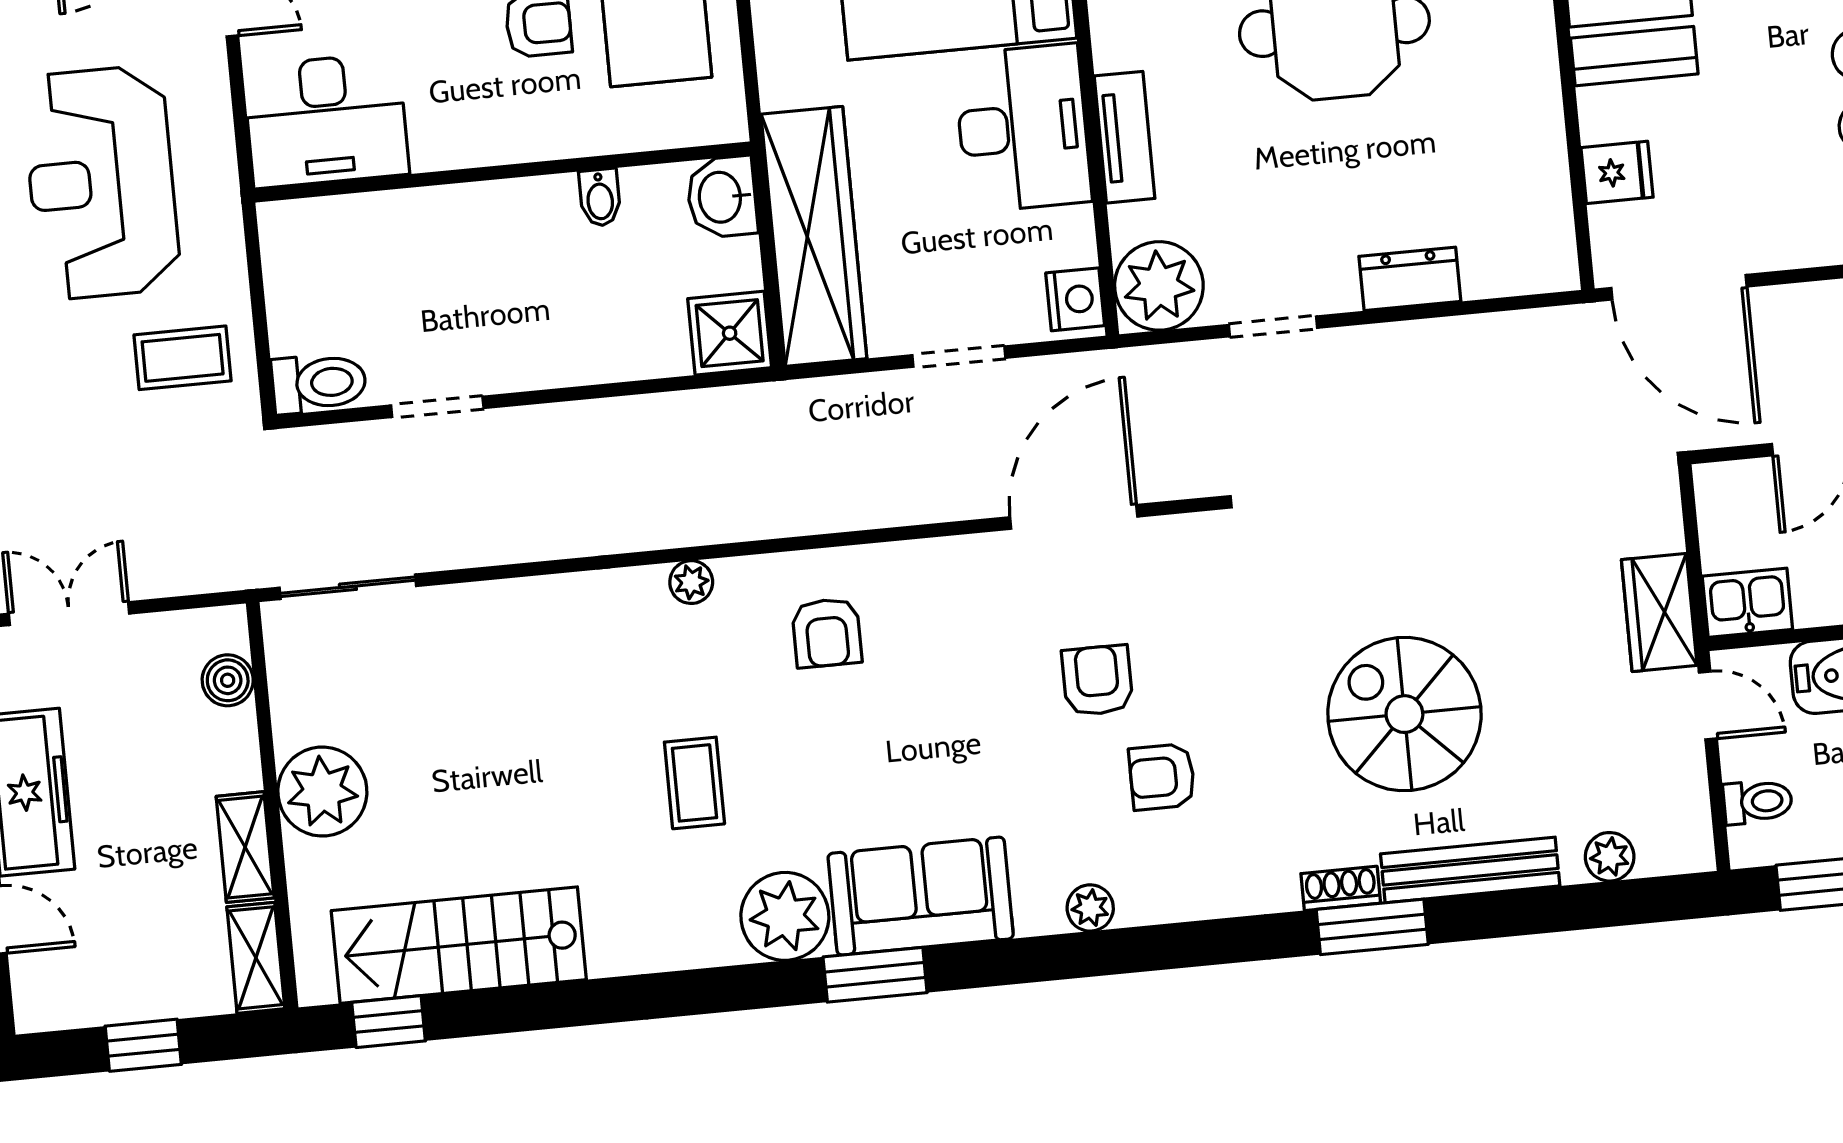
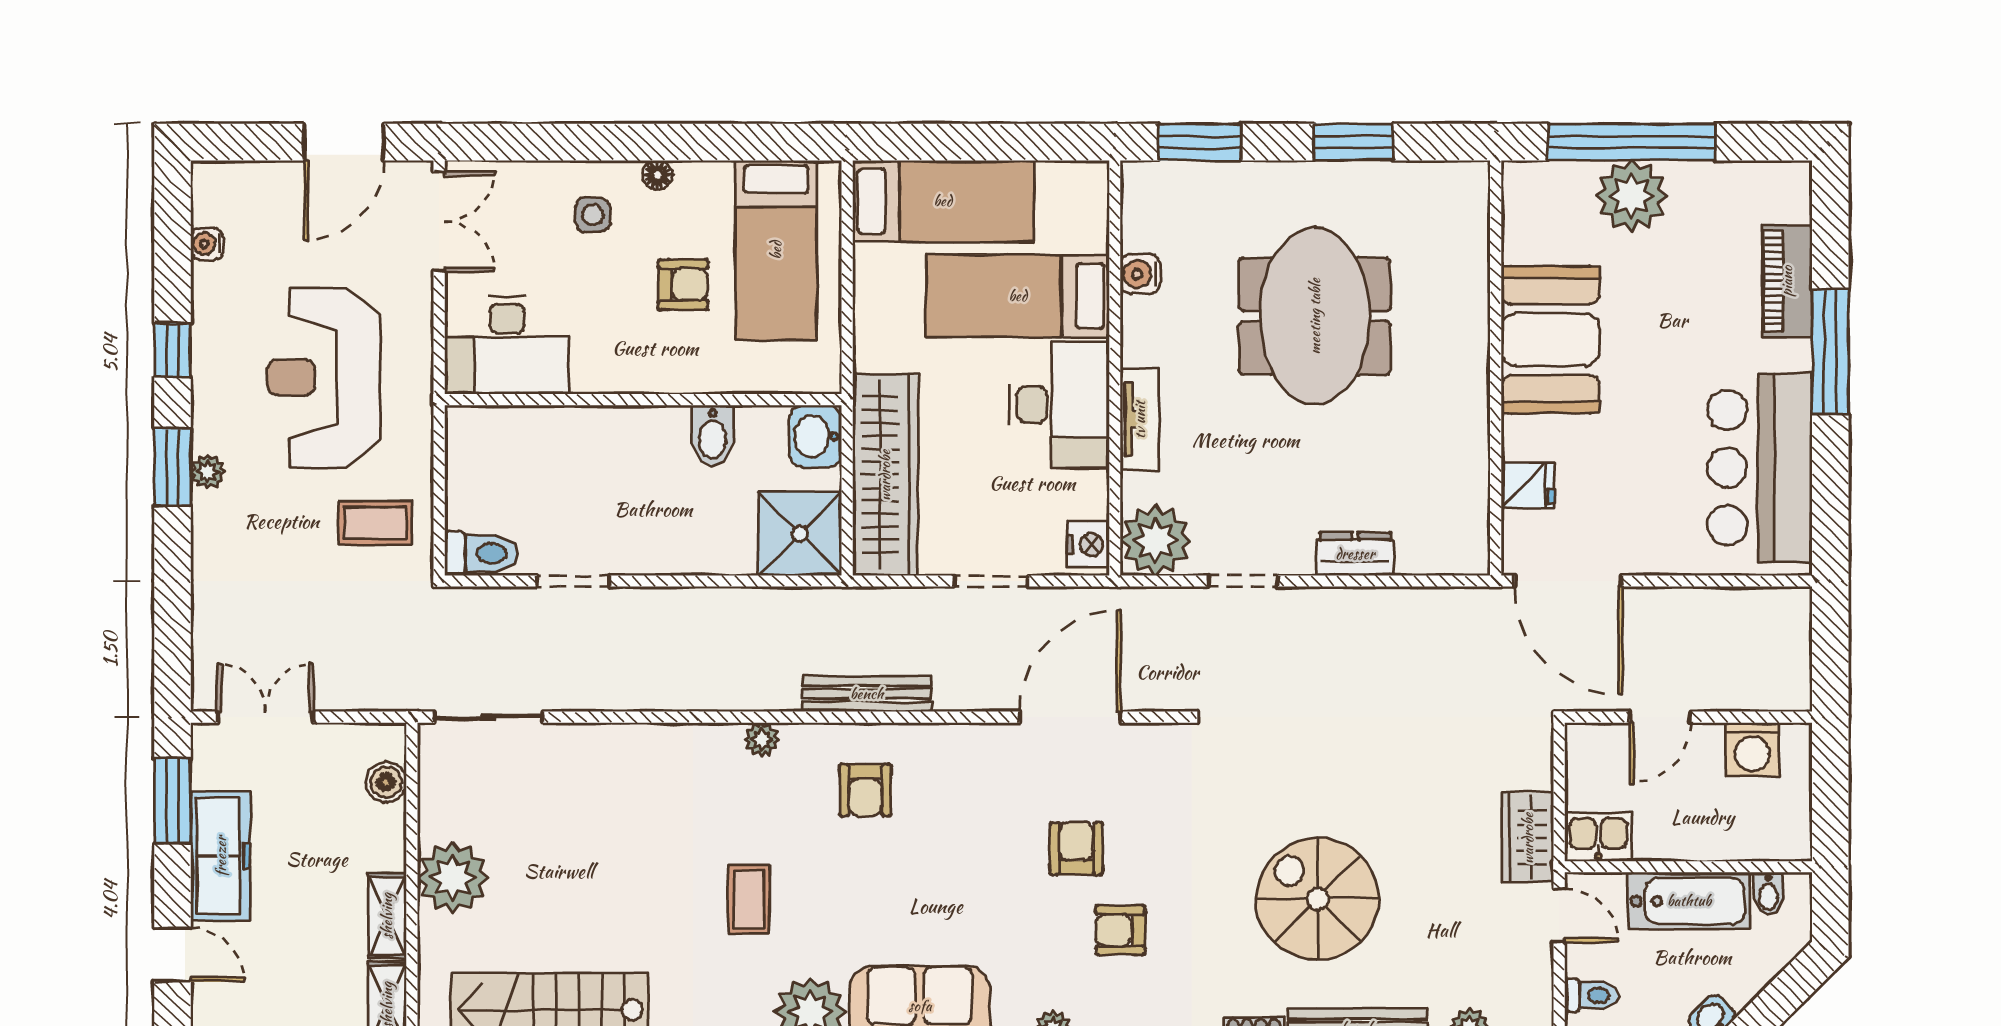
bidet: (600, 198) -> (713, 435), width x1.38, depth x1.36
shower: (730, 333) -> (800, 534), width x1.36, depth x1.36
bench: (817, 512) -> (867, 694), added

